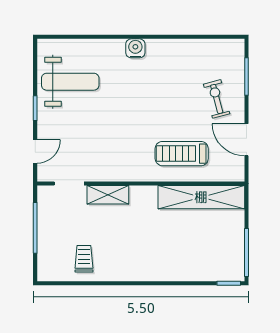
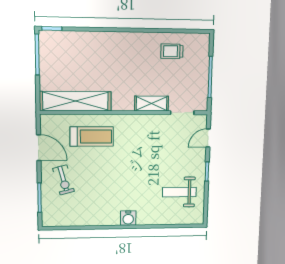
weight bench: (70, 82) -> (179, 192), width x0.73, depth x0.75
trolley: (84, 259) -> (172, 51), turned 90

